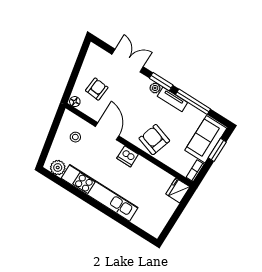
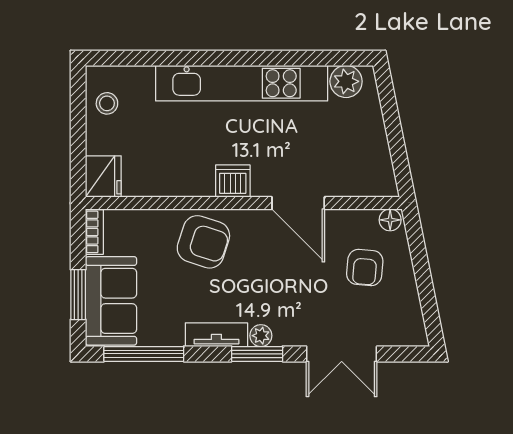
window: (193, 102) -> (144, 354), moved
stool: (75, 137) -> (107, 103), moved

